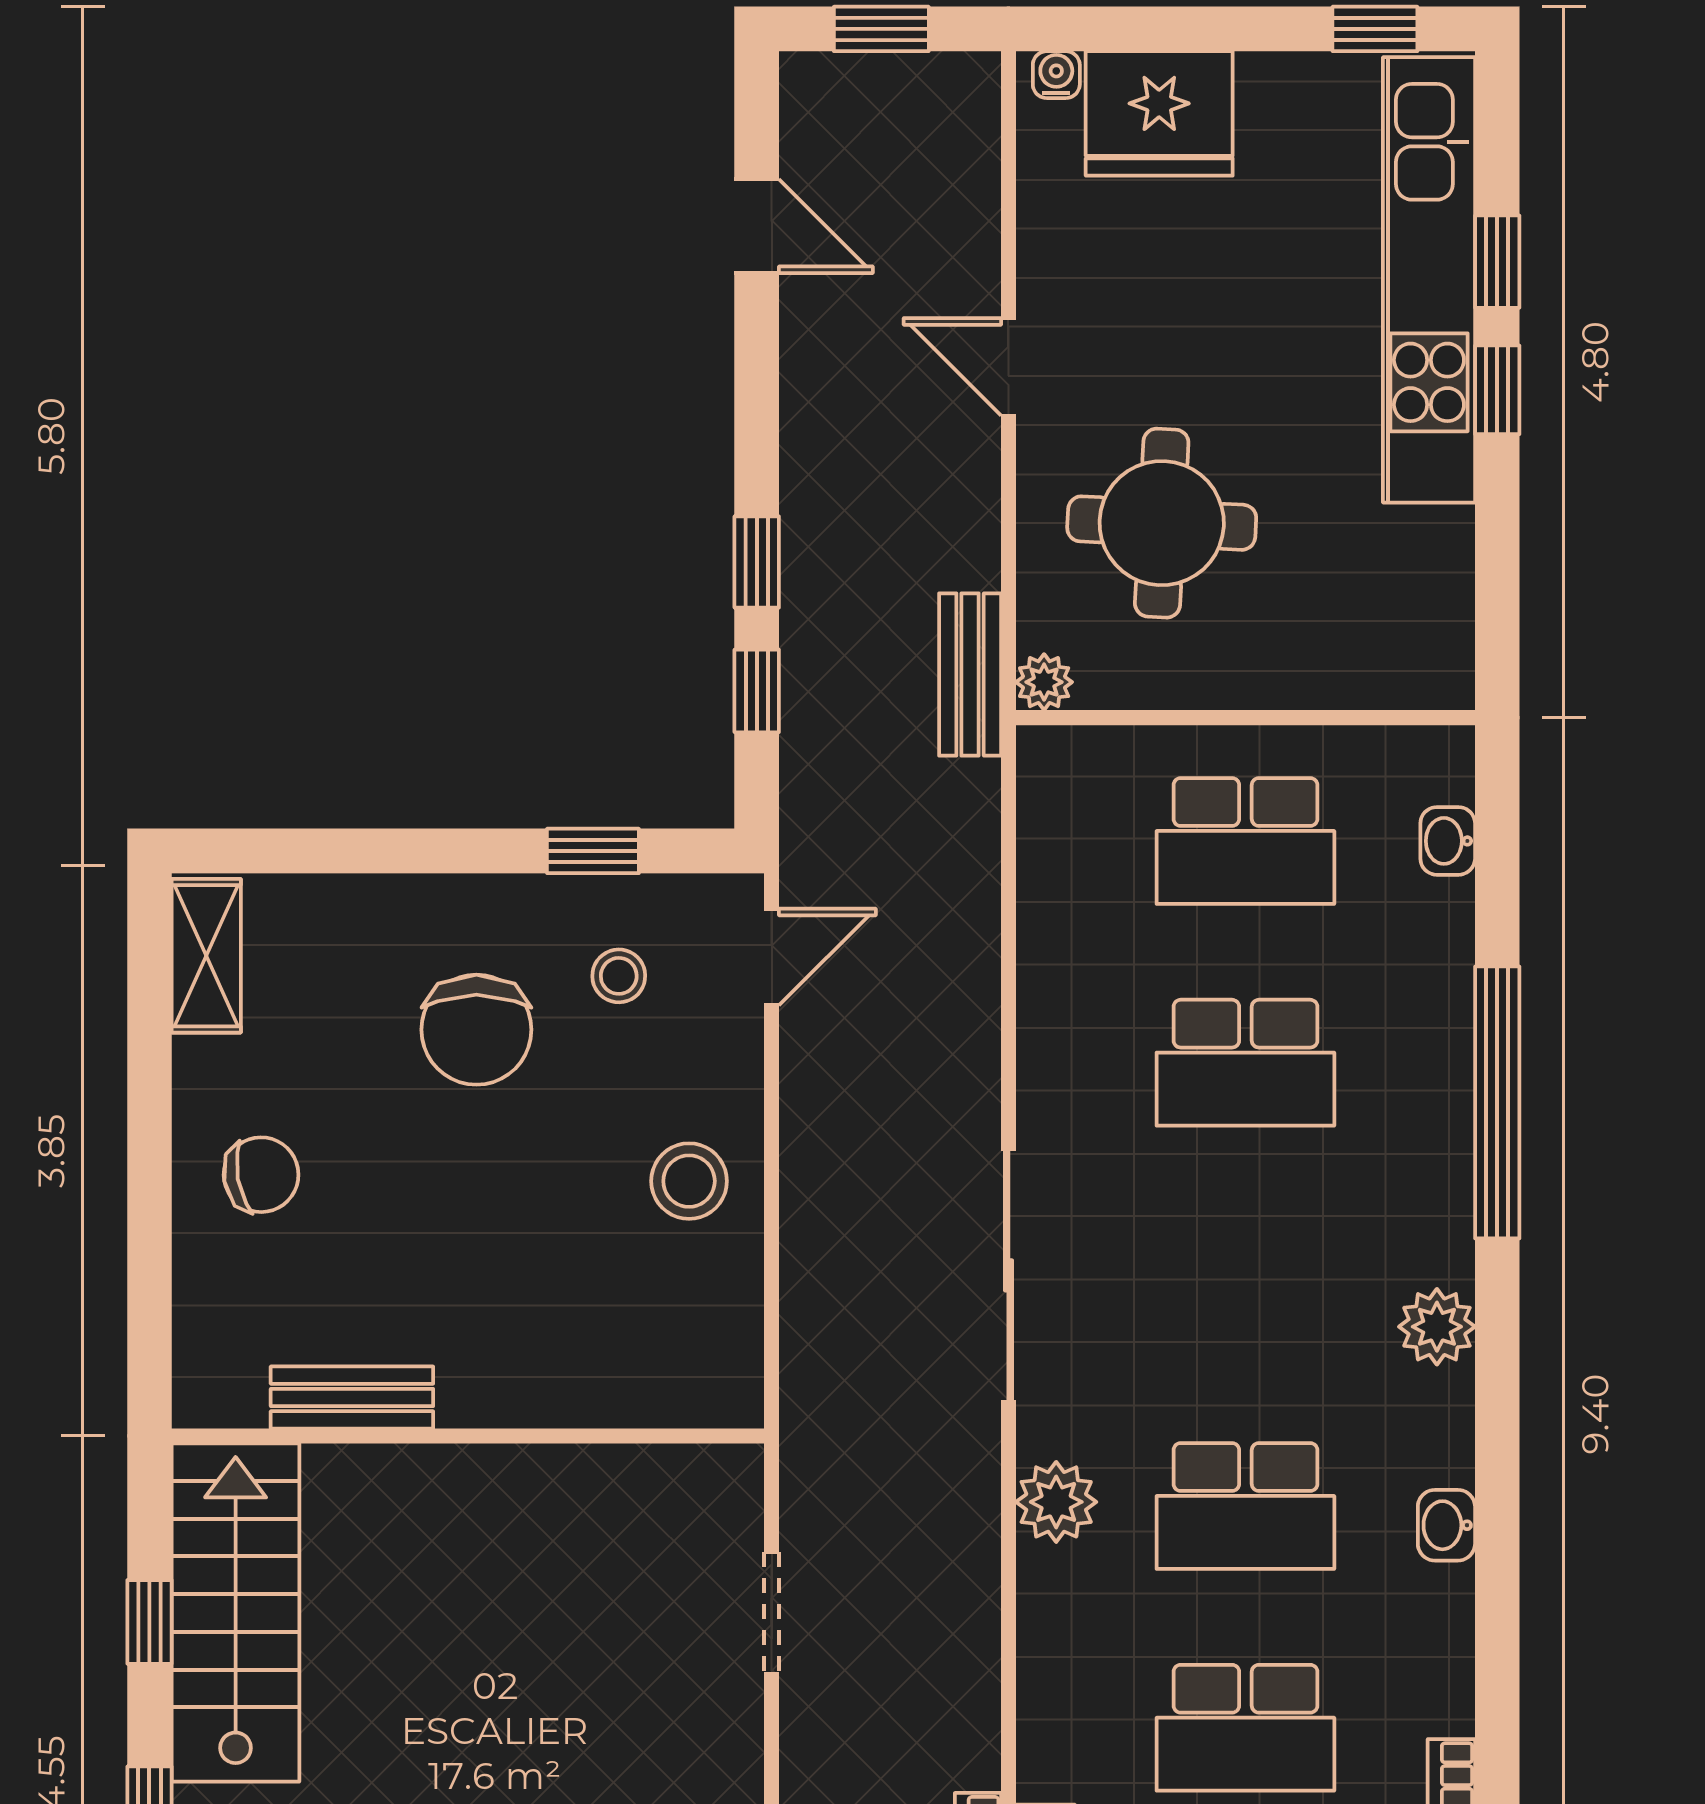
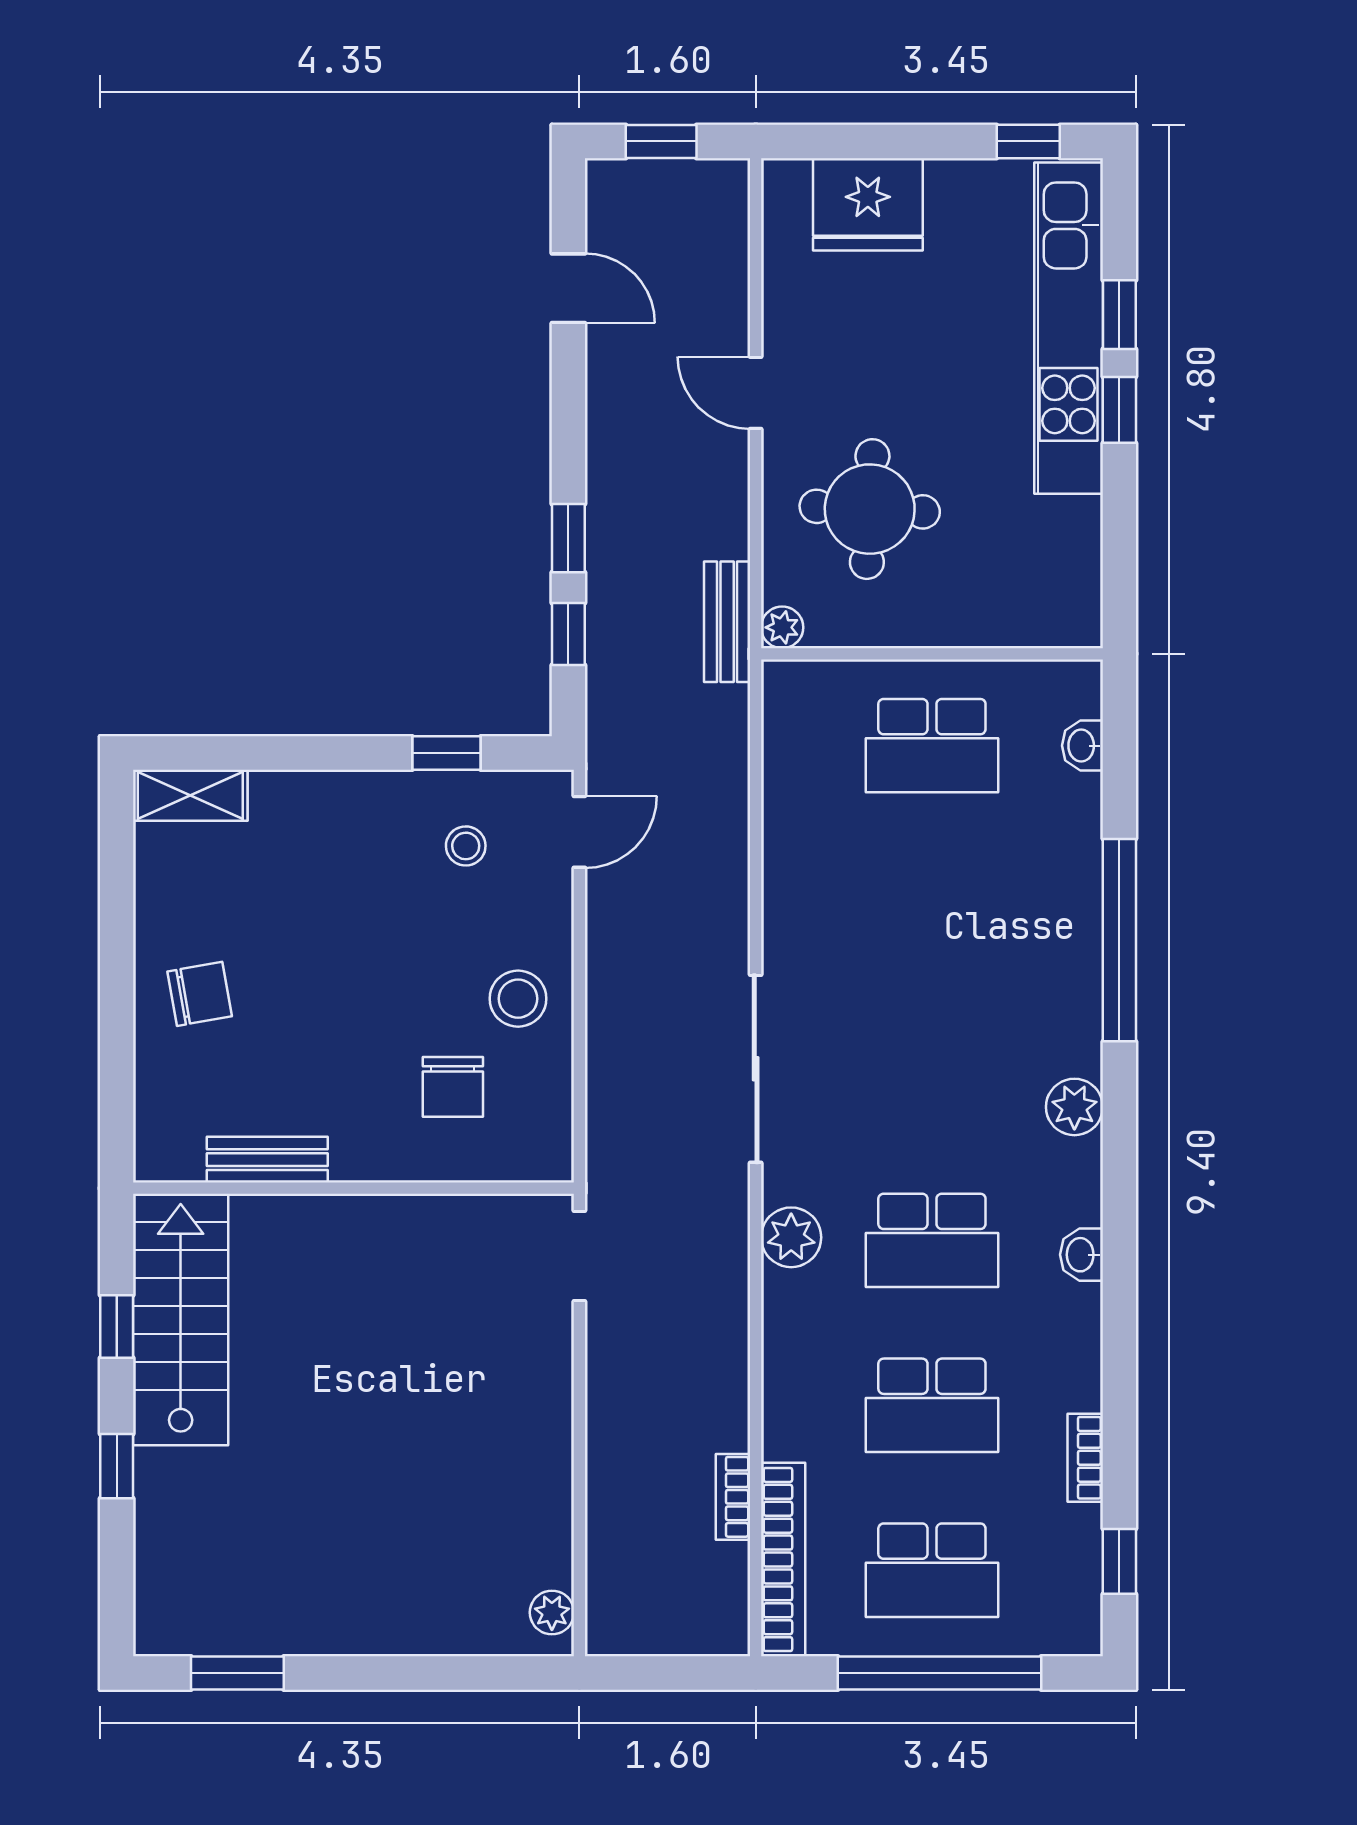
water cooler: (1056, 75) -> (791, 175), removed
shelving: (206, 956) -> (190, 795), moved, turned 90
chair: (476, 1030) -> (453, 1087), moved, width x0.73, depth x0.73
school desk: (1245, 1063) -> (932, 911), removed
doorway: (772, 1613) -> (579, 1256), moved

